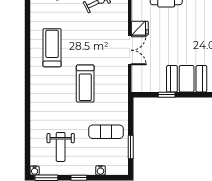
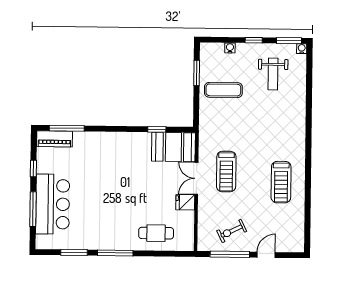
booth: (187, 79) -> (173, 147), moved
treadmill: (85, 84) -> (226, 172), moved, turned 180
weight bench: (61, 147) -> (273, 74), turned 180

